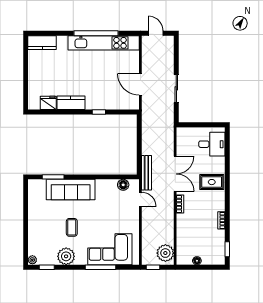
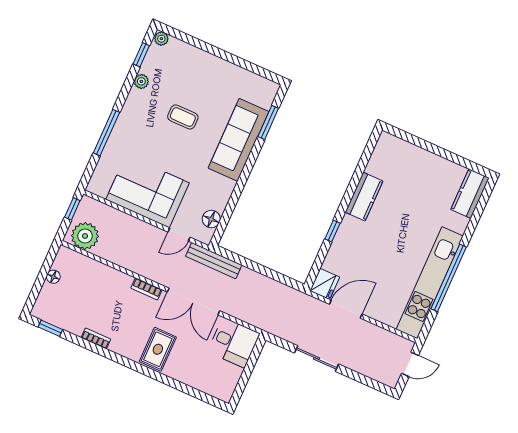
fridge: (48, 103) -> (325, 284), moved
desk: (212, 144) -> (234, 343), moved, turned -90
corner sofa: (110, 249) -> (148, 191), moved, turned -90
plant: (66, 256) -> (141, 81), width x0.53, depth x0.53

